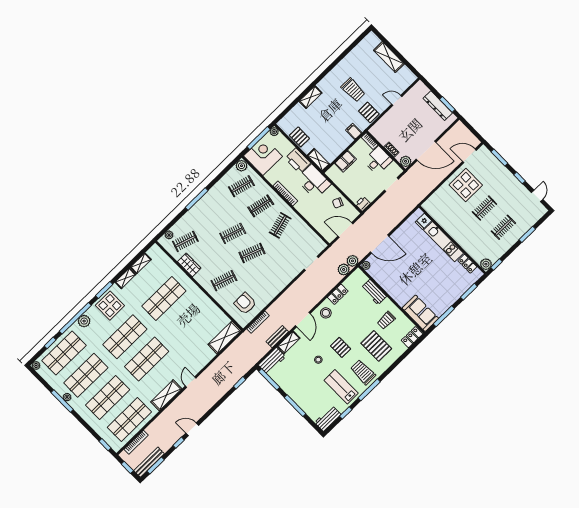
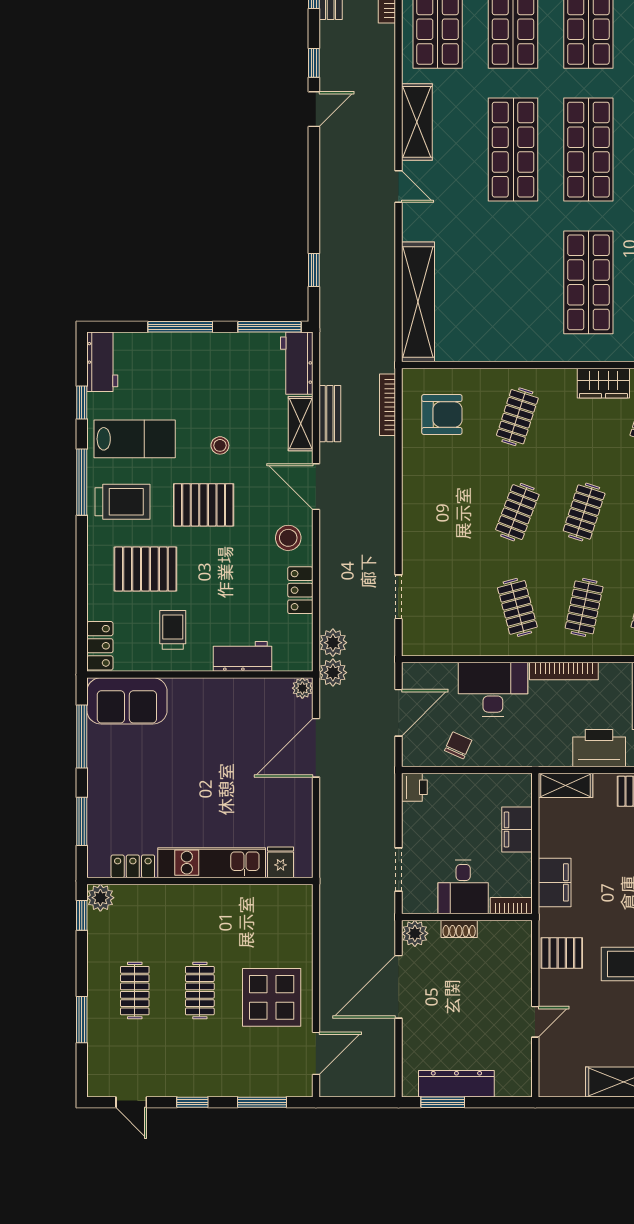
filing cabinet: (354, 131) -> (555, 882), width x2.00
desk: (314, 182) -> (493, 689), moved, turned 180
shelving: (225, 337) -> (418, 302), width x1.47
pallet: (341, 347) -> (204, 505), width x1.50, depth x1.42

